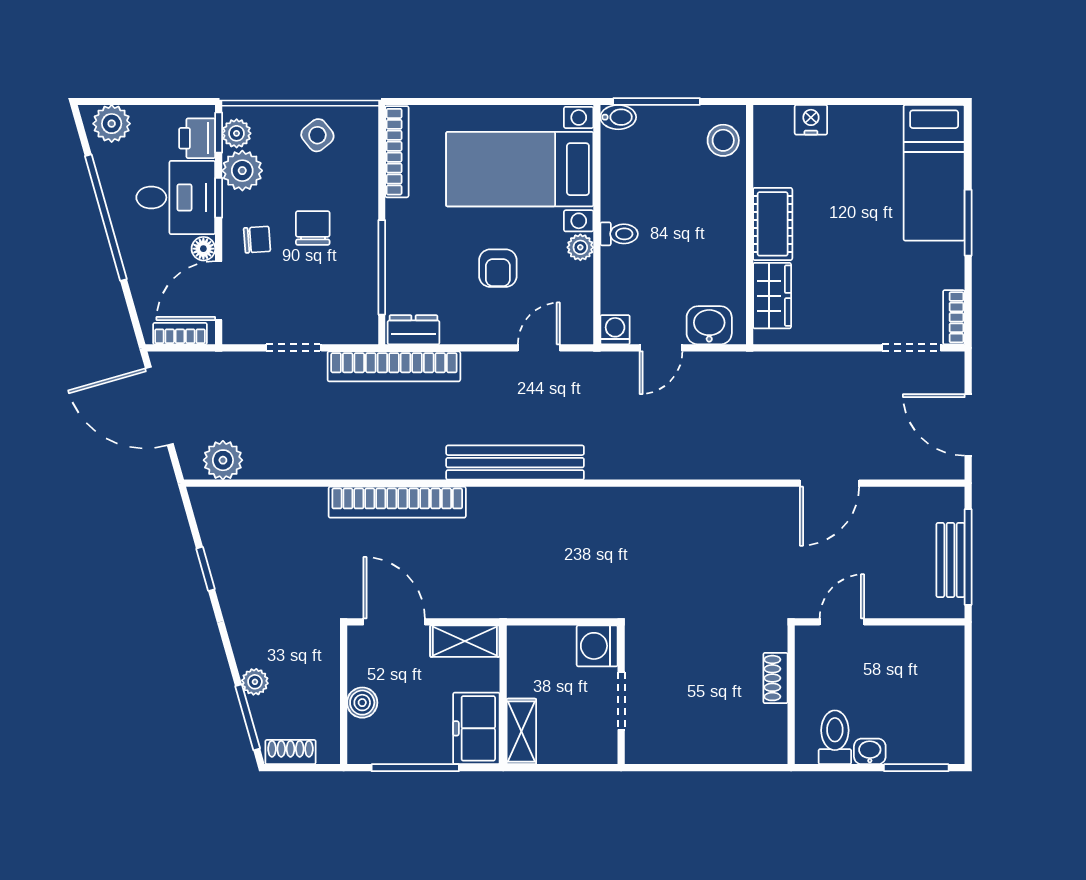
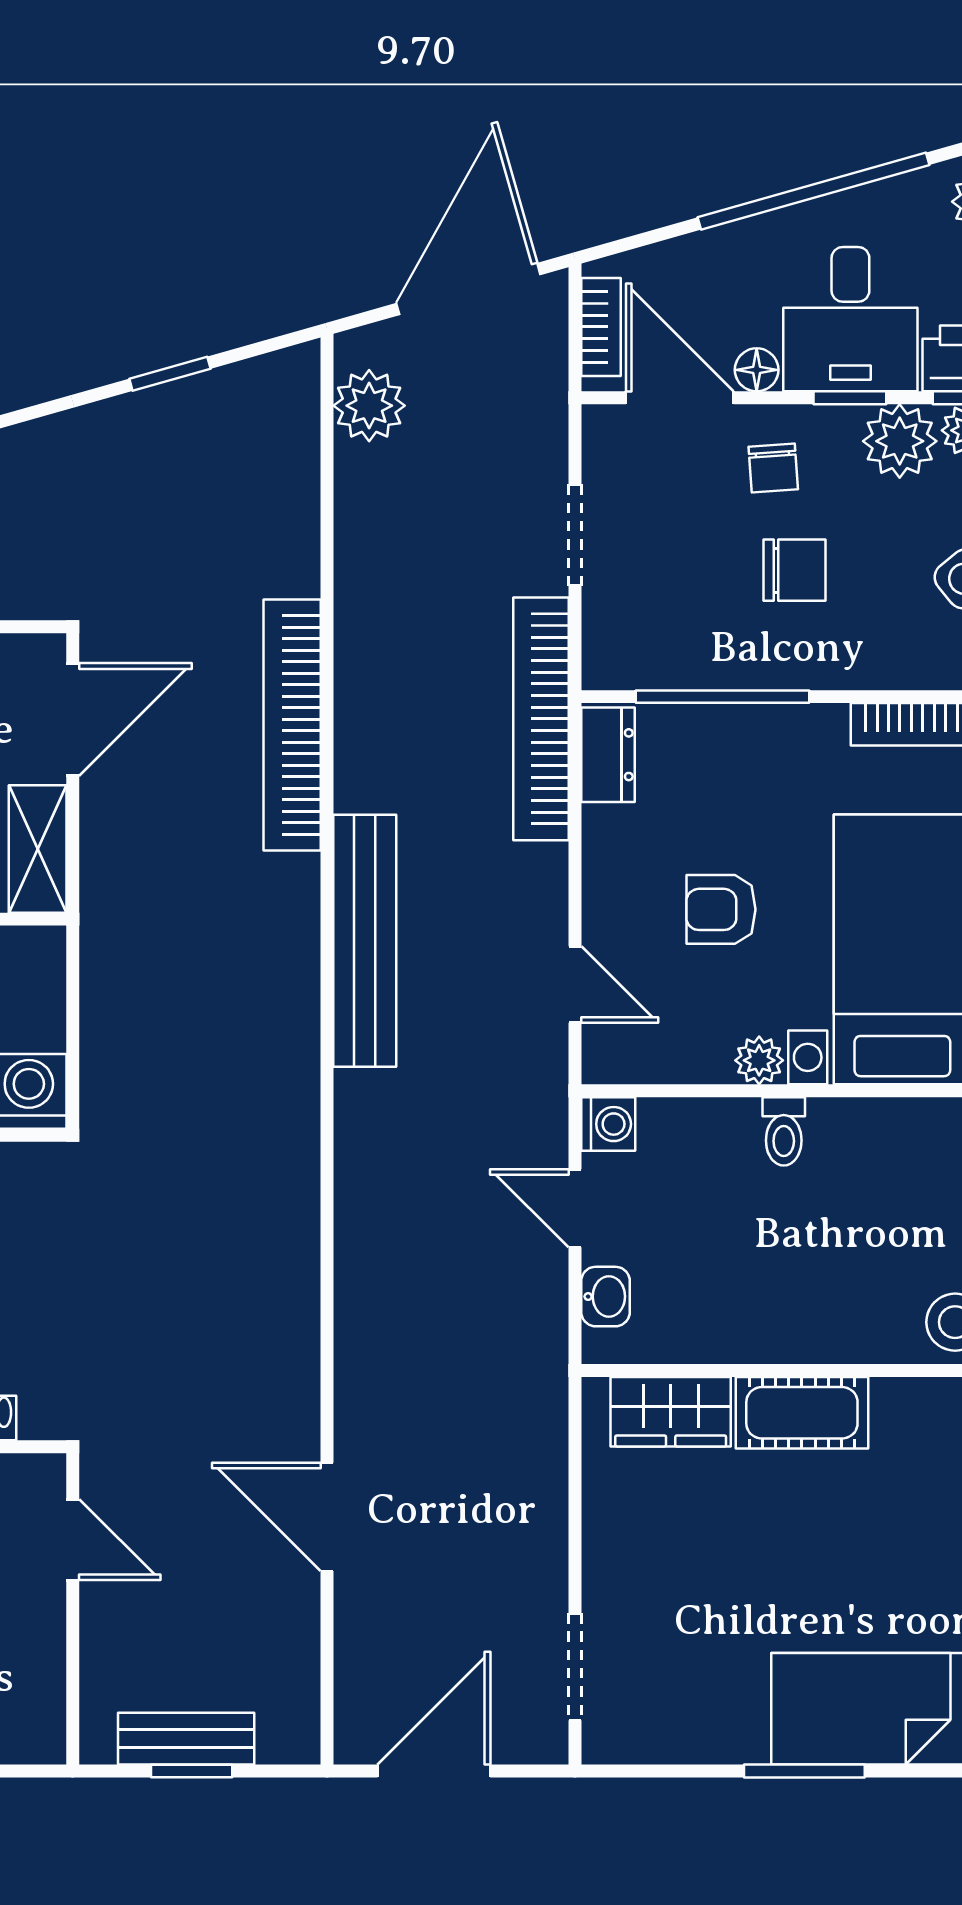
bookcase: (954, 317) -> (631, 1745), removed
washbasin: (709, 325) -> (605, 1297), width x0.72, depth x0.69
window: (968, 557) -> (192, 1771), width x0.46

